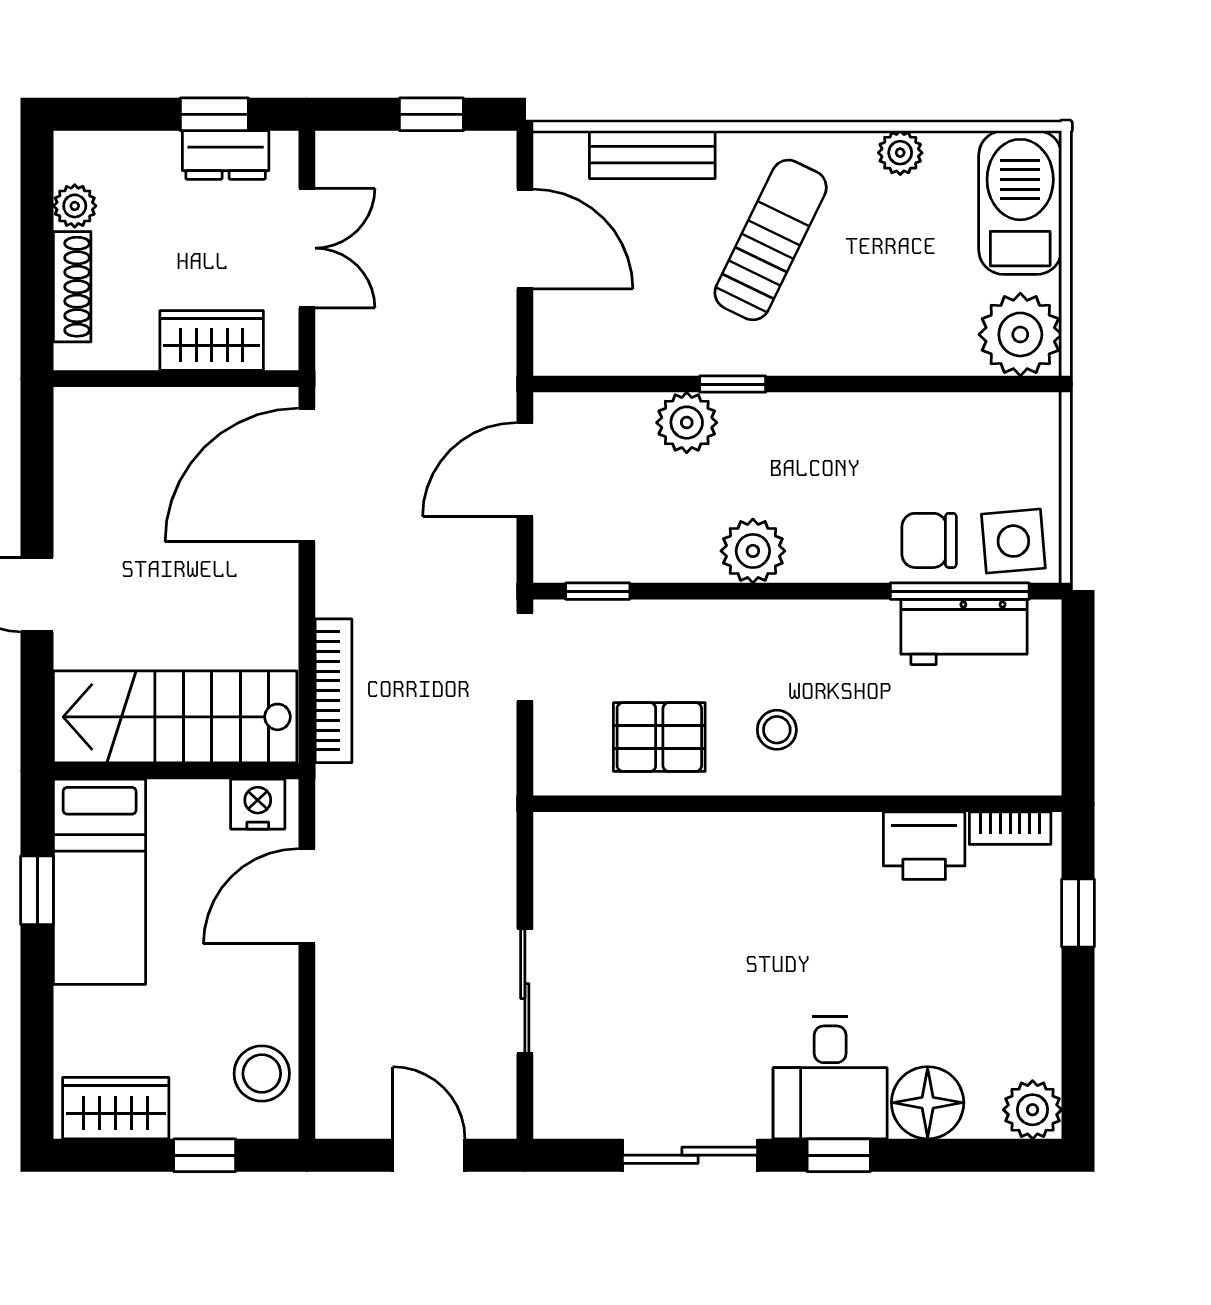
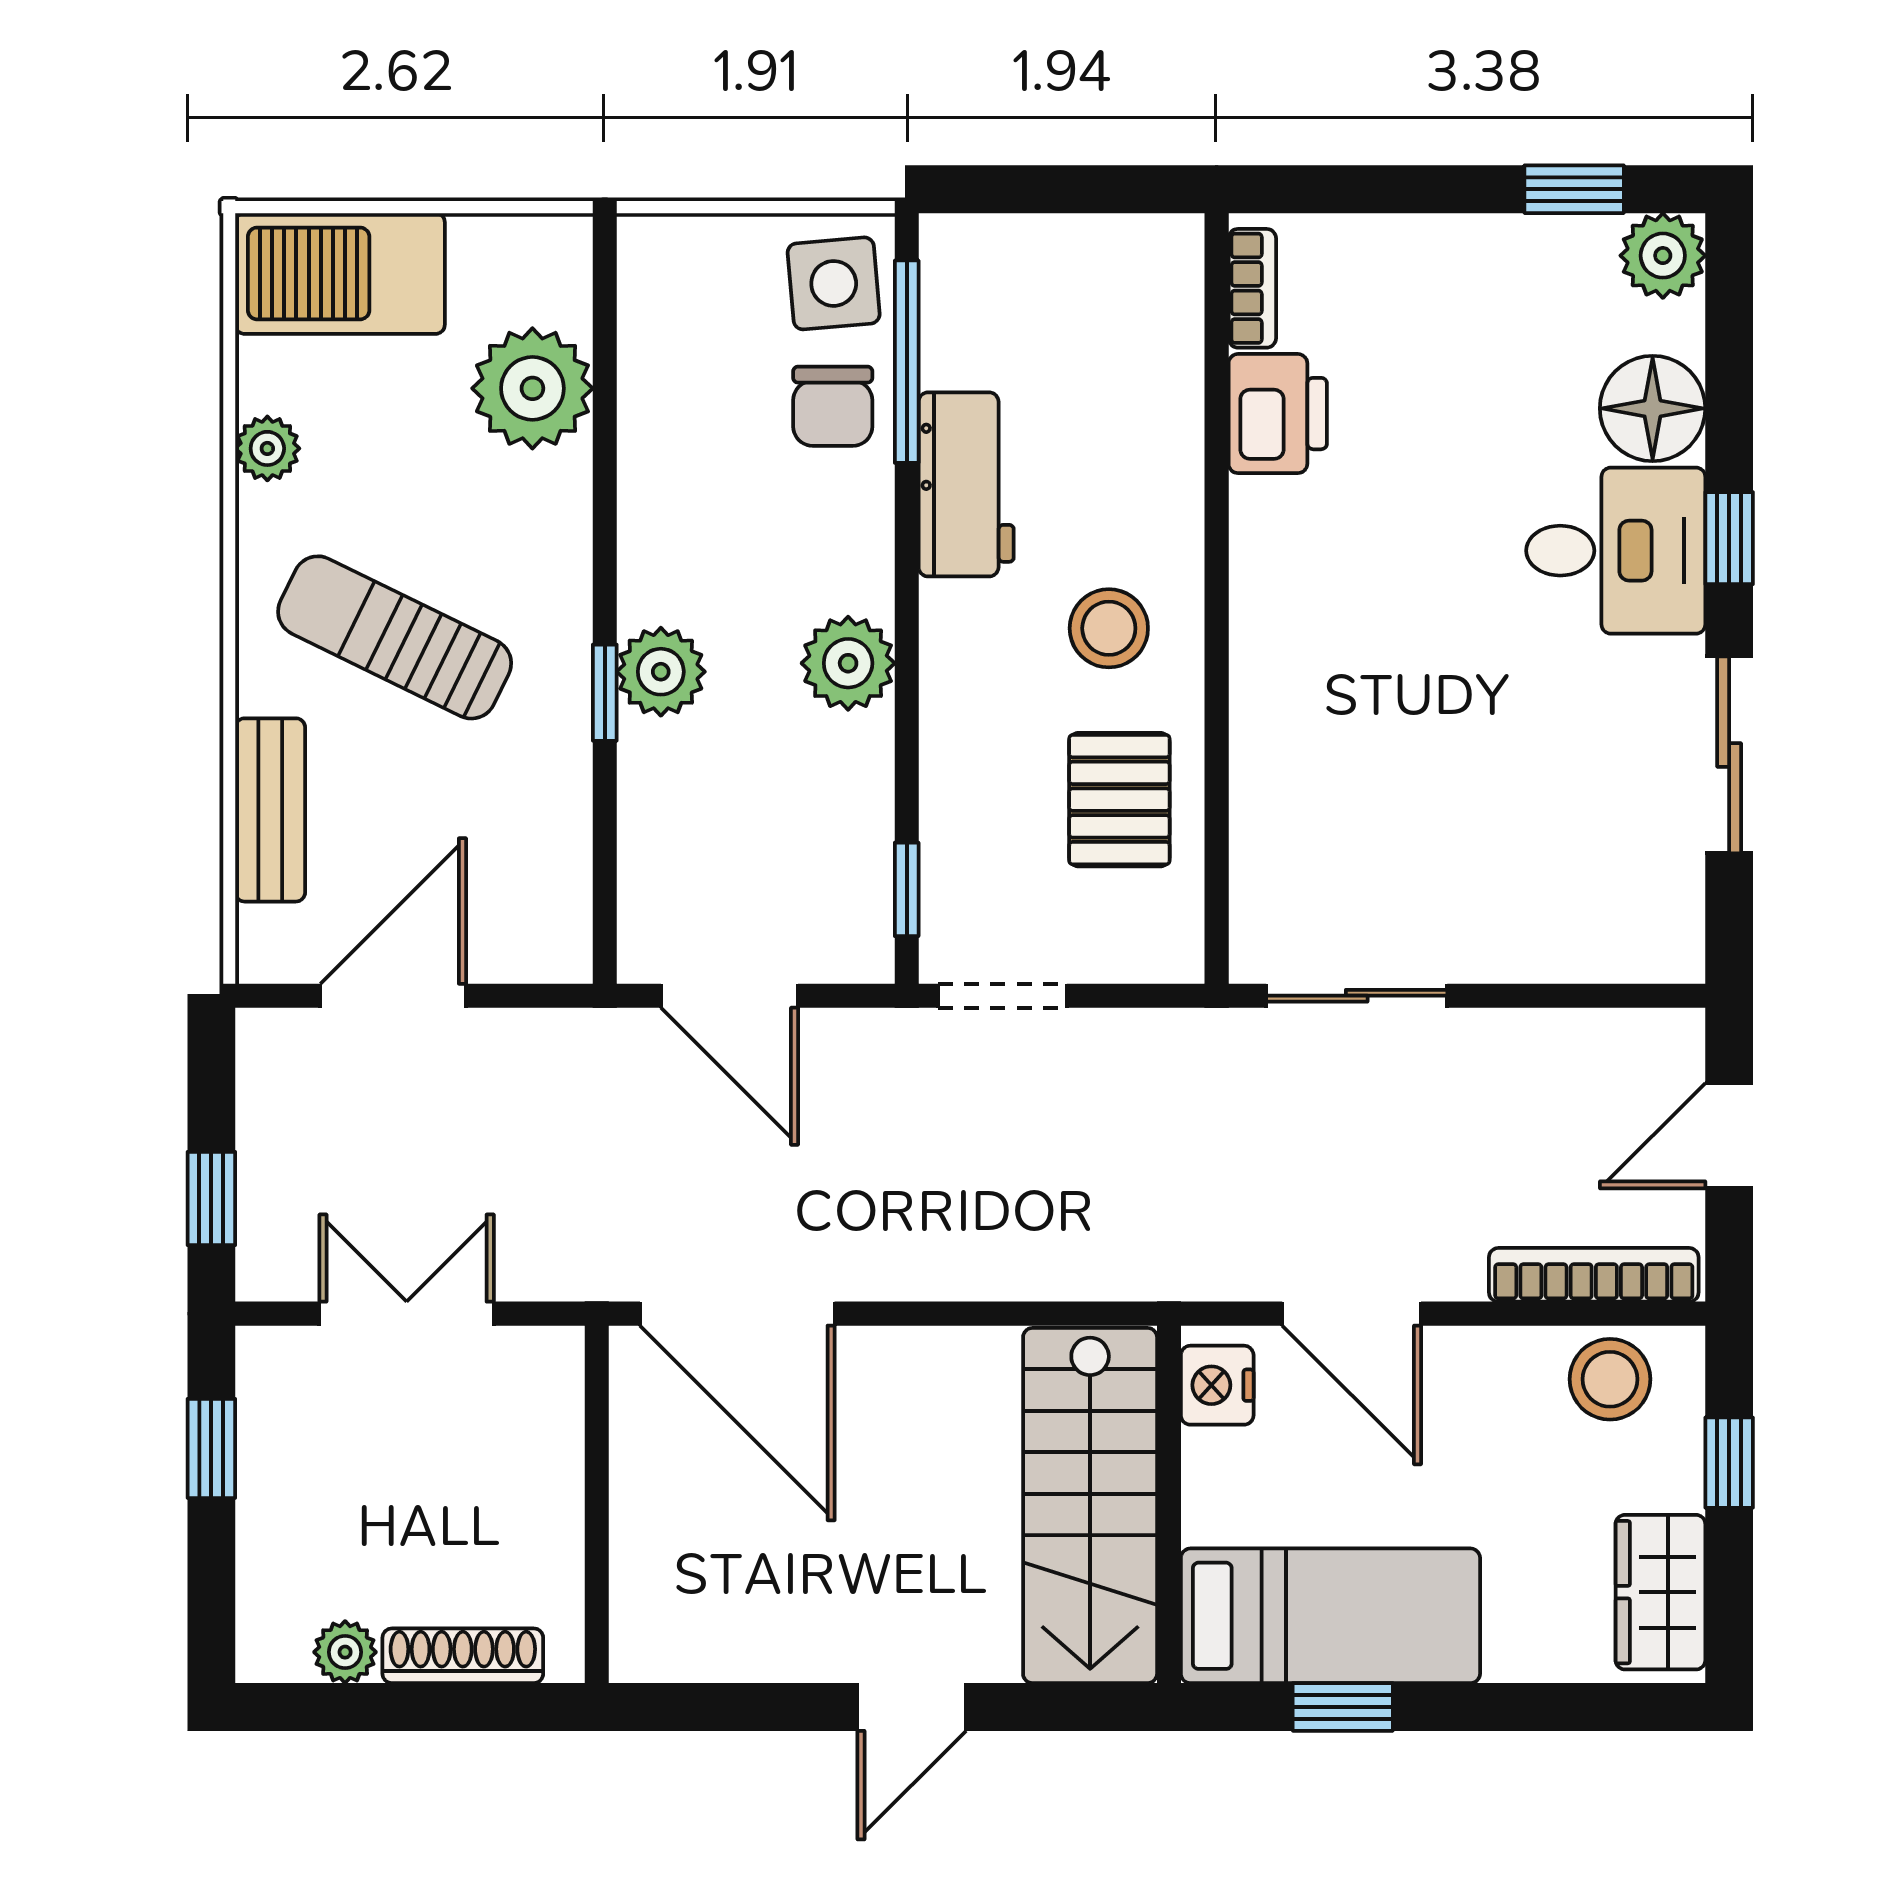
window: (431, 114) -> (211, 1198), moved
dresser: (226, 155) -> (271, 1432), removed
plant: (1020, 334) -> (532, 388), moved
wardrobe: (212, 340) -> (541, 1452), removed
plant: (687, 423) -> (661, 672), moved
workbench: (964, 632) -> (966, 484), moved
bookcase: (333, 691) -> (1594, 1275), moved
stool: (777, 730) -> (1109, 628), width x1.37, depth x1.37
window: (1078, 913) -> (1574, 189), moved
sliding door: (525, 991) -> (1357, 996), moved

